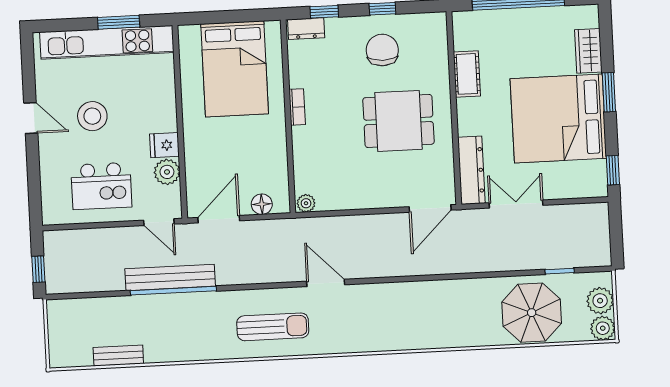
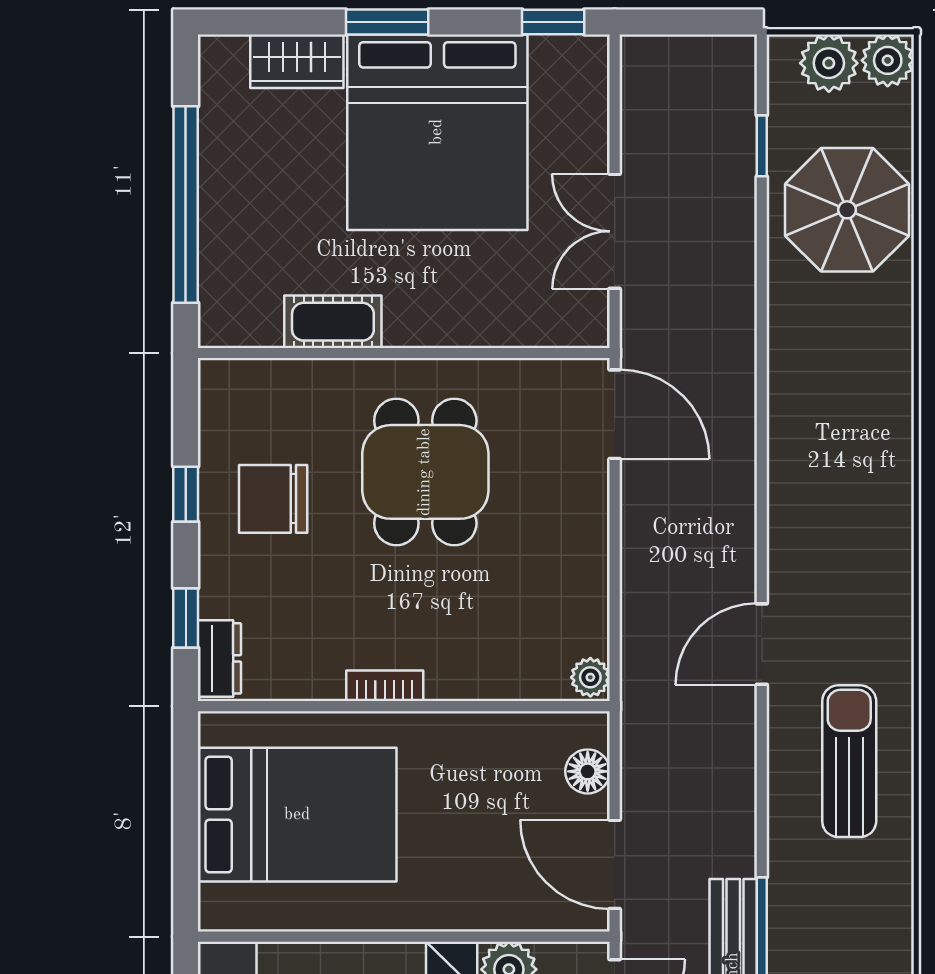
dresser: (471, 170) -> (538, 323), removed

